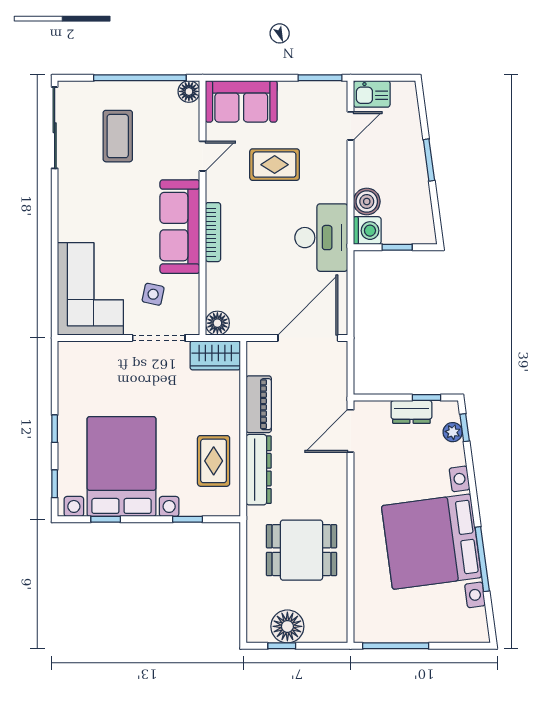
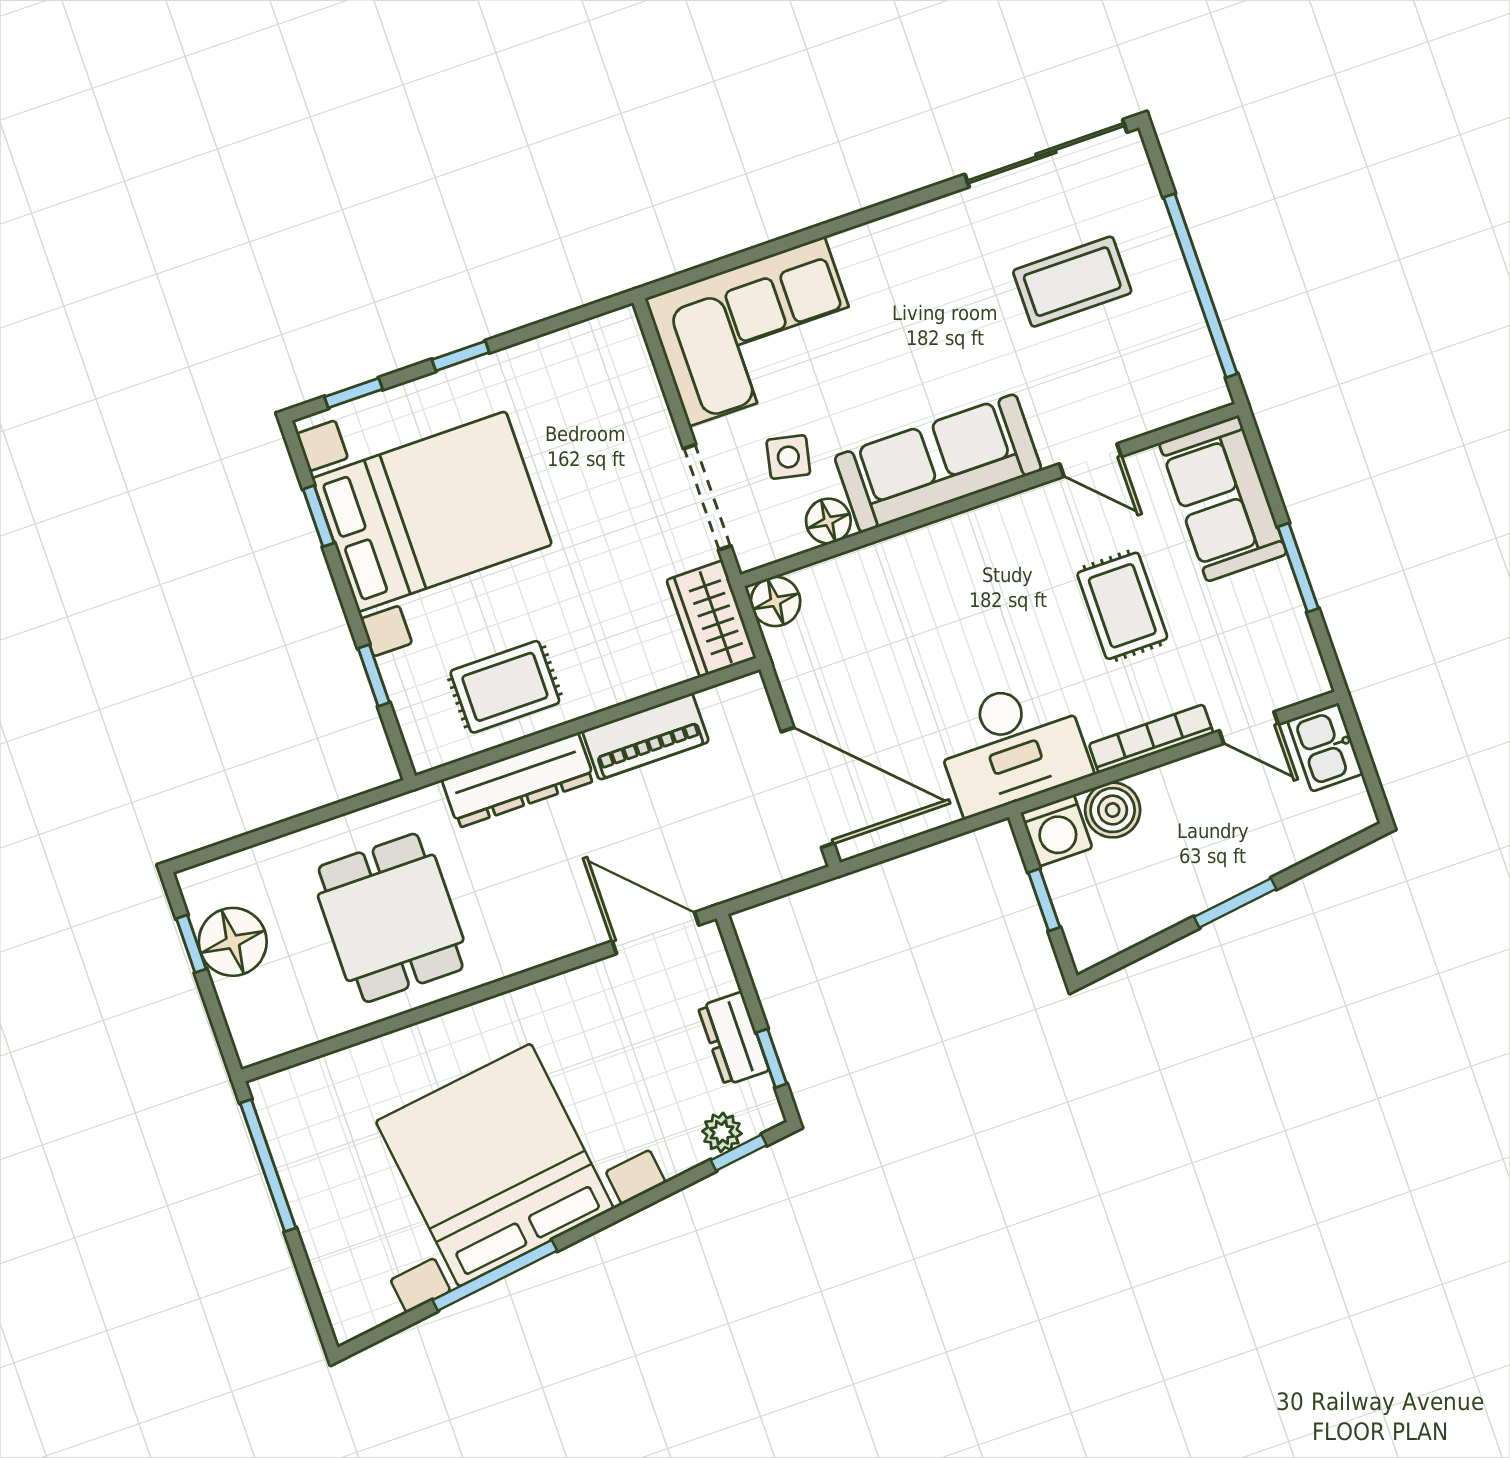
window: (320, 78) -> (1298, 568), moved
floor lamp: (189, 91) -> (828, 521), moved
bookcase: (213, 232) -> (1151, 739), moved, turned 180

